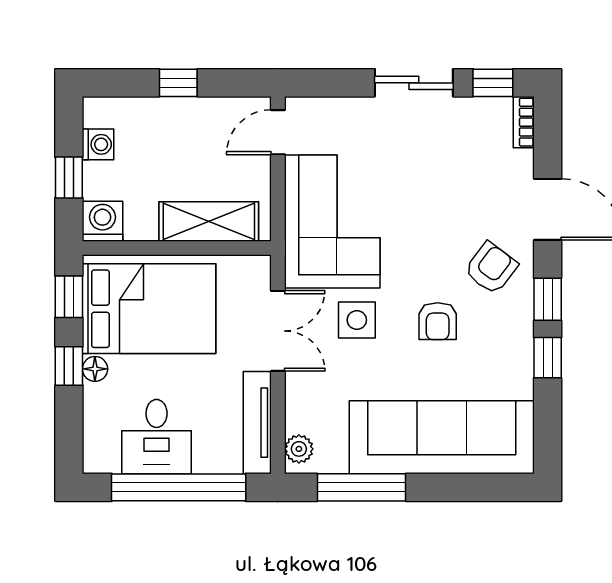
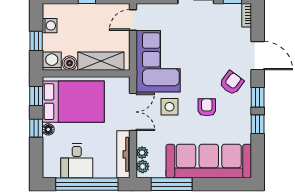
boiler: (141, 226) -> (70, 63), added
armchair: (438, 321) -> (207, 107), turned 180
plant: (298, 419) -> (142, 153), added

